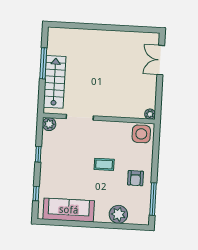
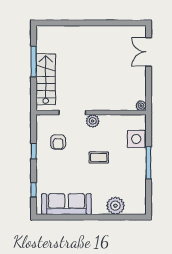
plant: (49, 124) -> (93, 121), moved
side table: (141, 134) -> (136, 139), moved
armchair: (135, 178) -> (58, 142), moved
window: (153, 199) -> (149, 163), moved

